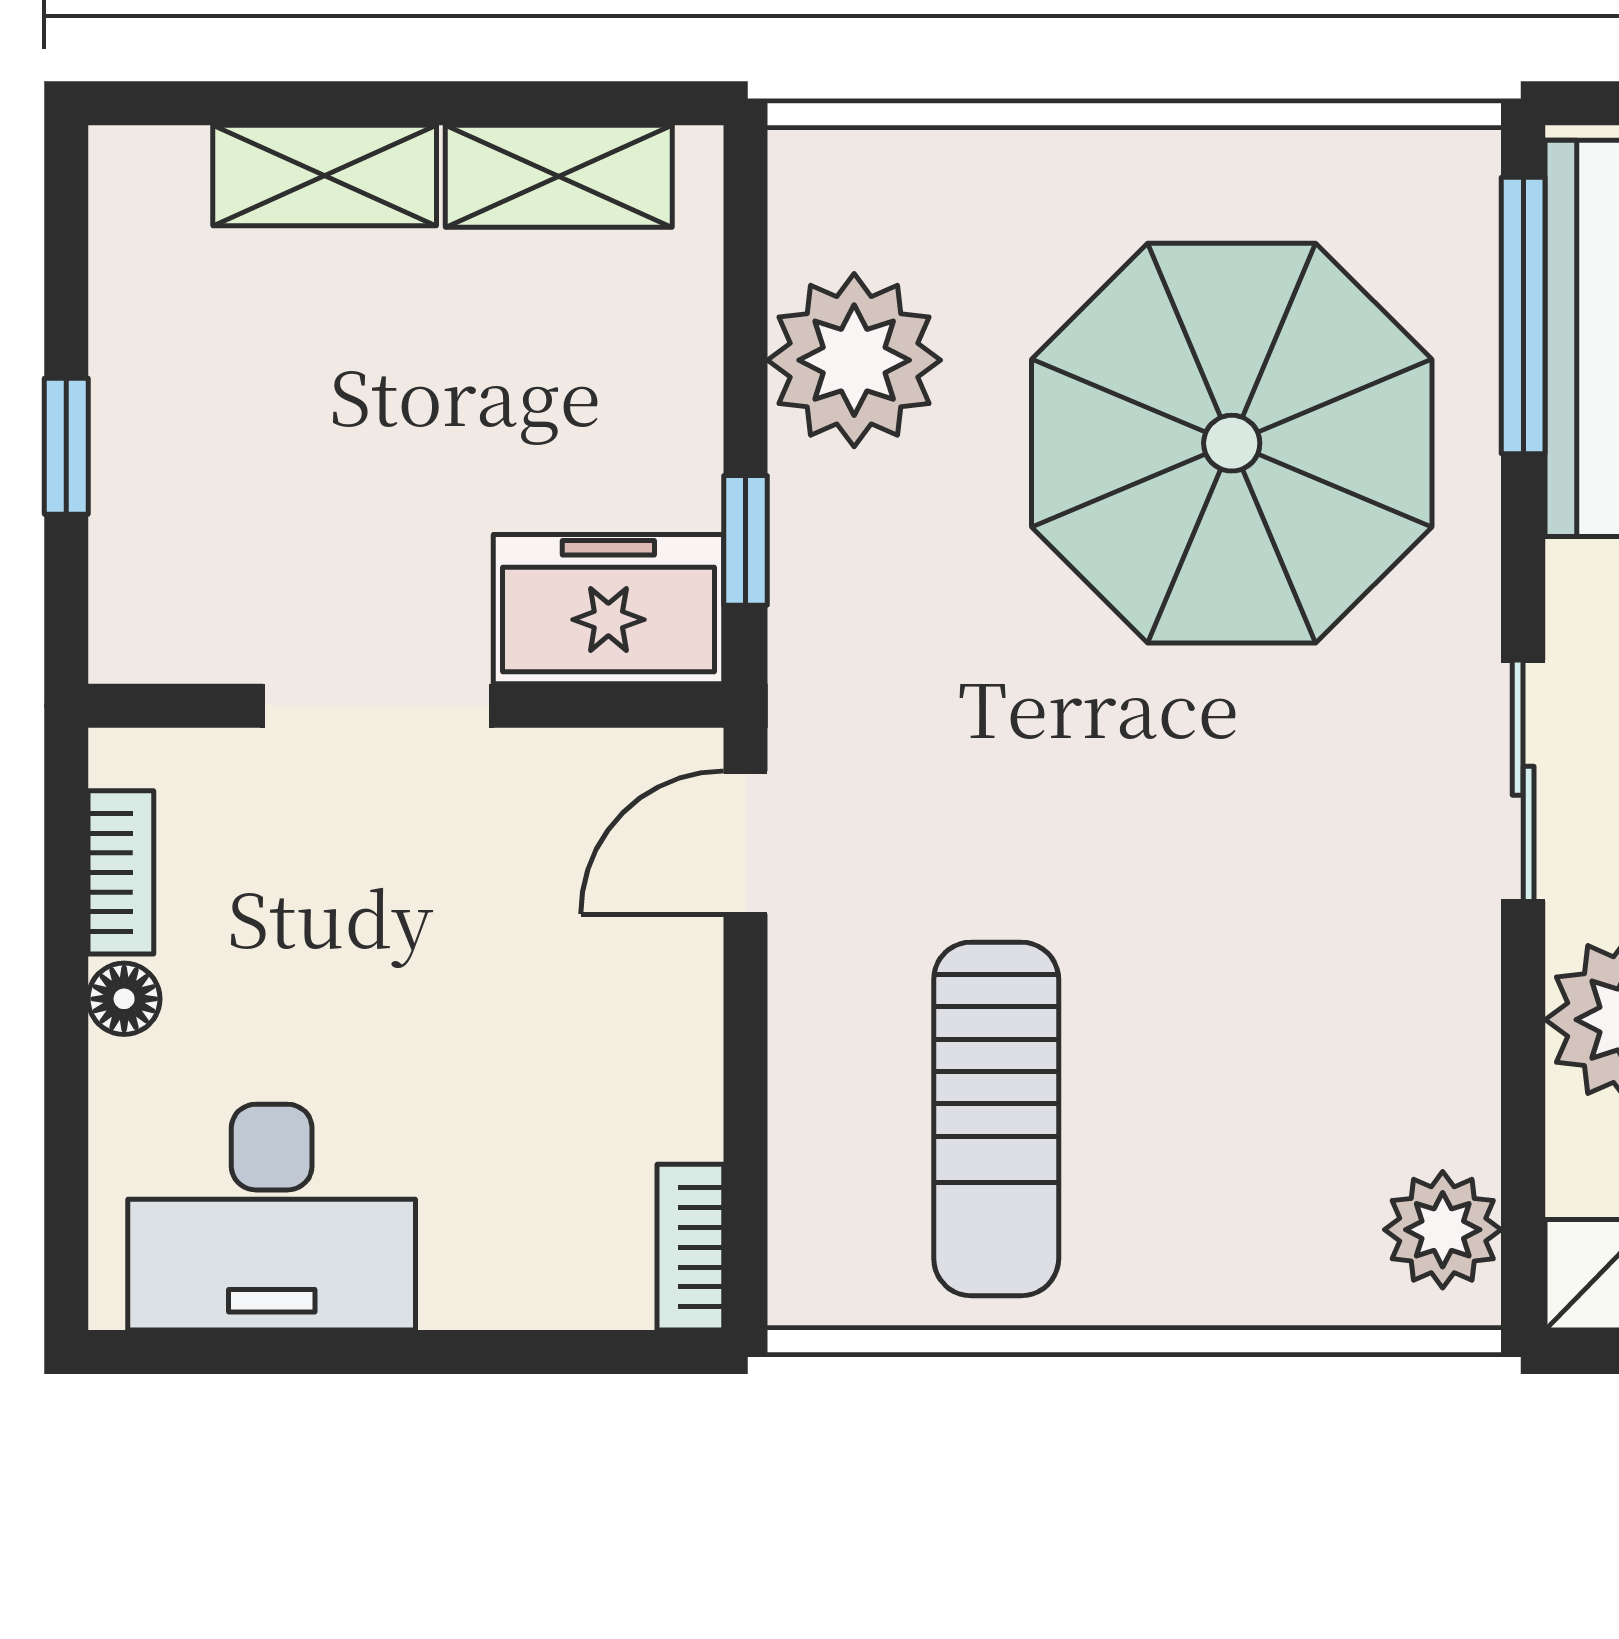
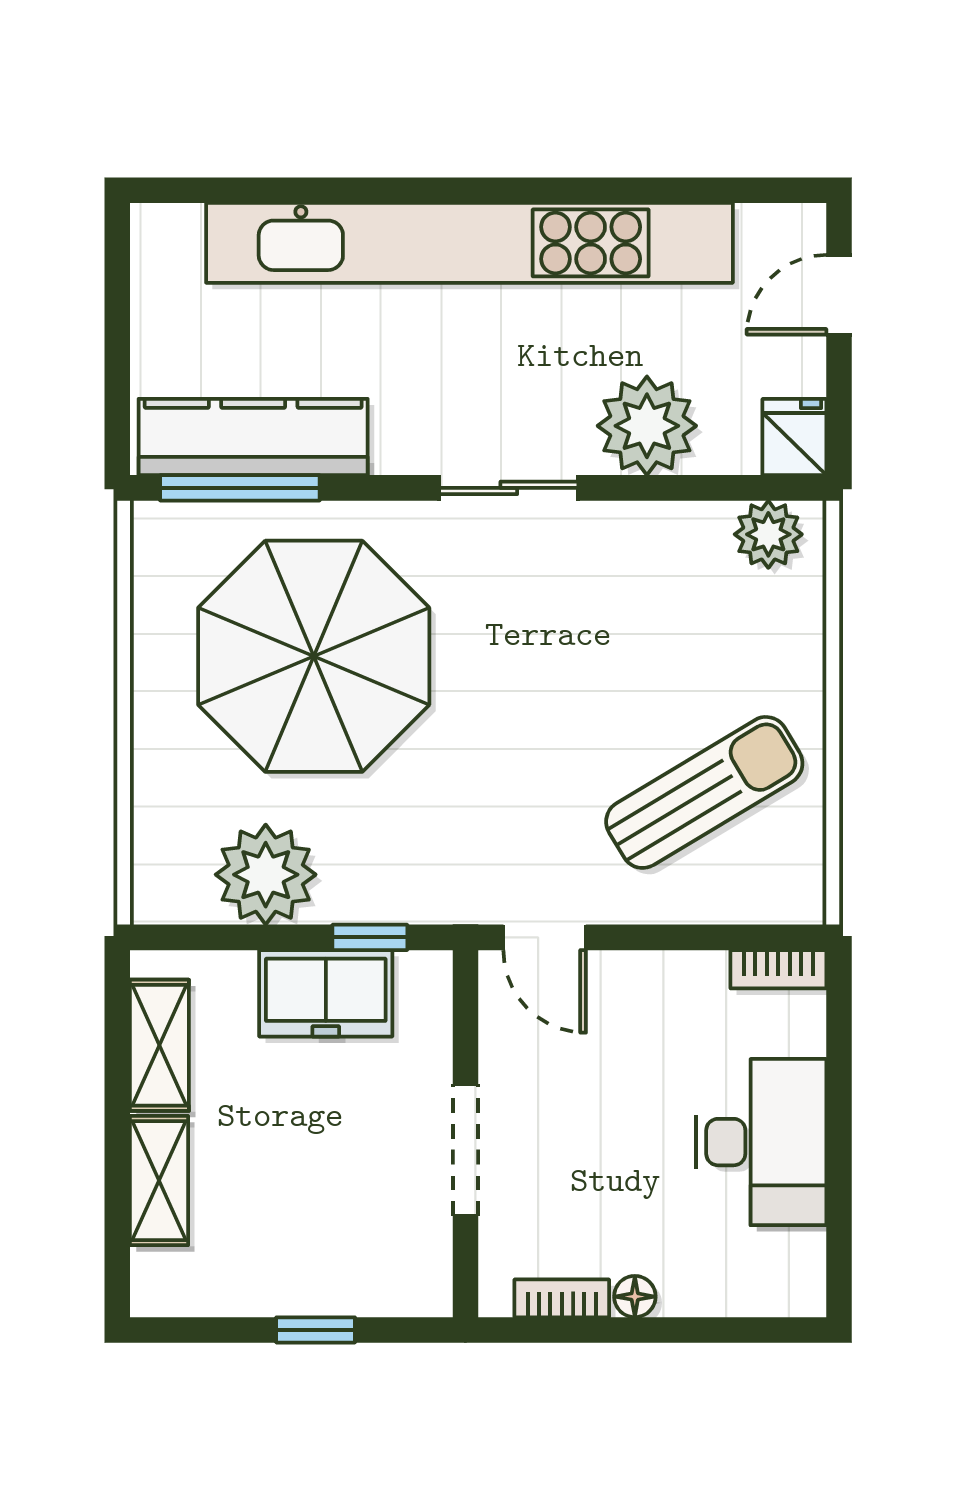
freezer: (608, 609) -> (326, 993), moved, turned -90
sun lounger: (996, 1119) -> (704, 792), turned -31
desk: (272, 1217) -> (761, 1142), moved

